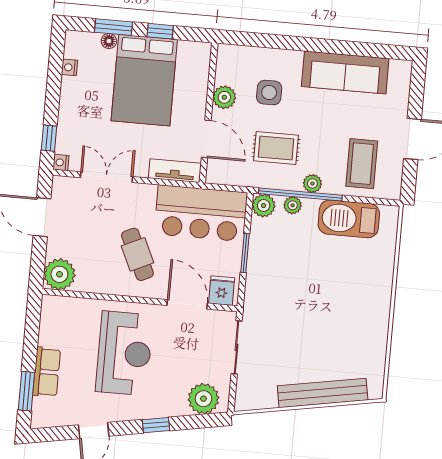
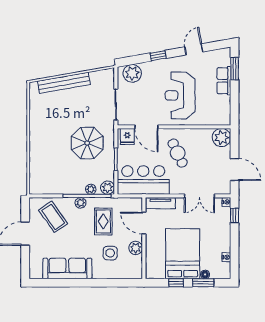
rug: (276, 148) -> (103, 221), turned 90
coffee table: (362, 164) -> (53, 217), turned -35
barbecue: (349, 219) -> (58, 184), removed
parasol: (292, 286) -> (87, 143), added

